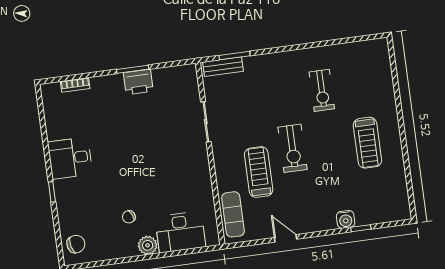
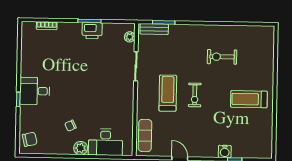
plant: (191, 83) -> (130, 37), added
exercise bike: (322, 90) -> (222, 57), turned 90
treadmill: (367, 143) -> (249, 99), turned 90
exercise bike: (292, 148) -> (195, 95), width x0.73, depth x0.72
desk: (70, 158) -> (35, 91), moved
treadmill: (259, 172) -> (168, 93), moved

